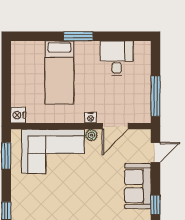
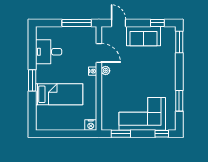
corner sofa: (53, 151) -> (142, 114), moved, turned -90

